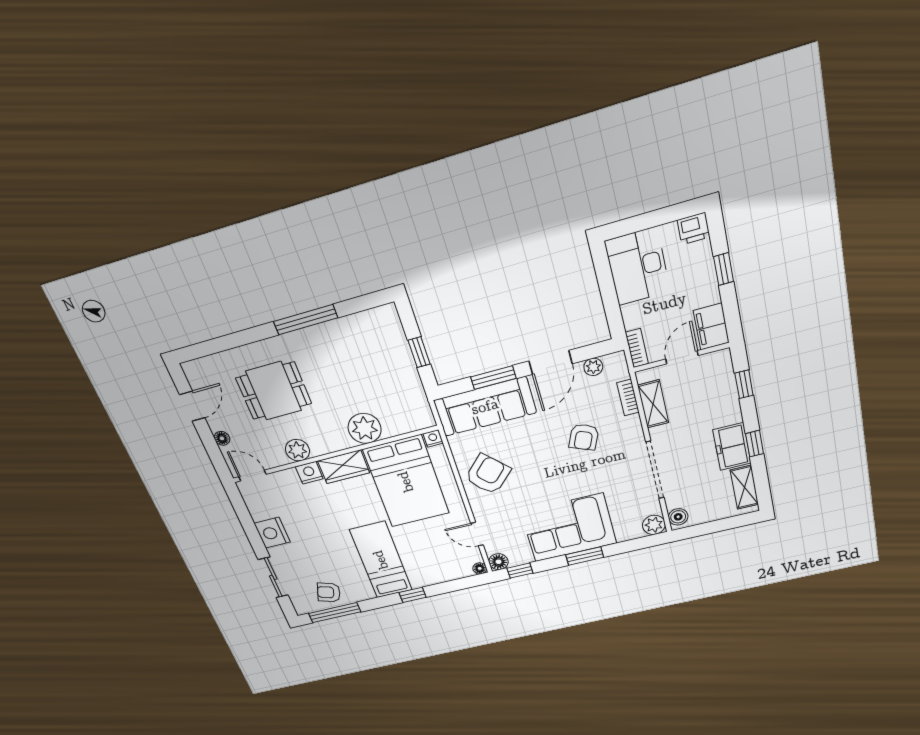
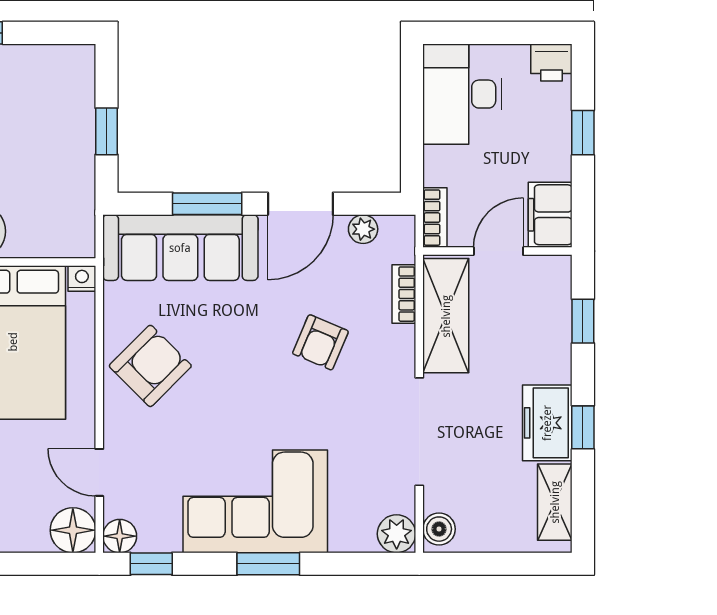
shelving: (653, 404) -> (446, 316), width x1.50, depth x1.33
floor lamp: (480, 568) -> (73, 530), width x1.89, depth x1.89

